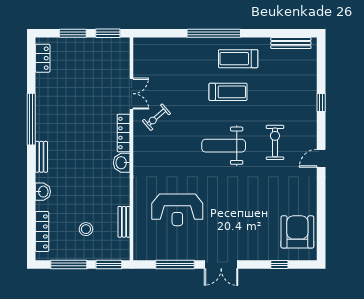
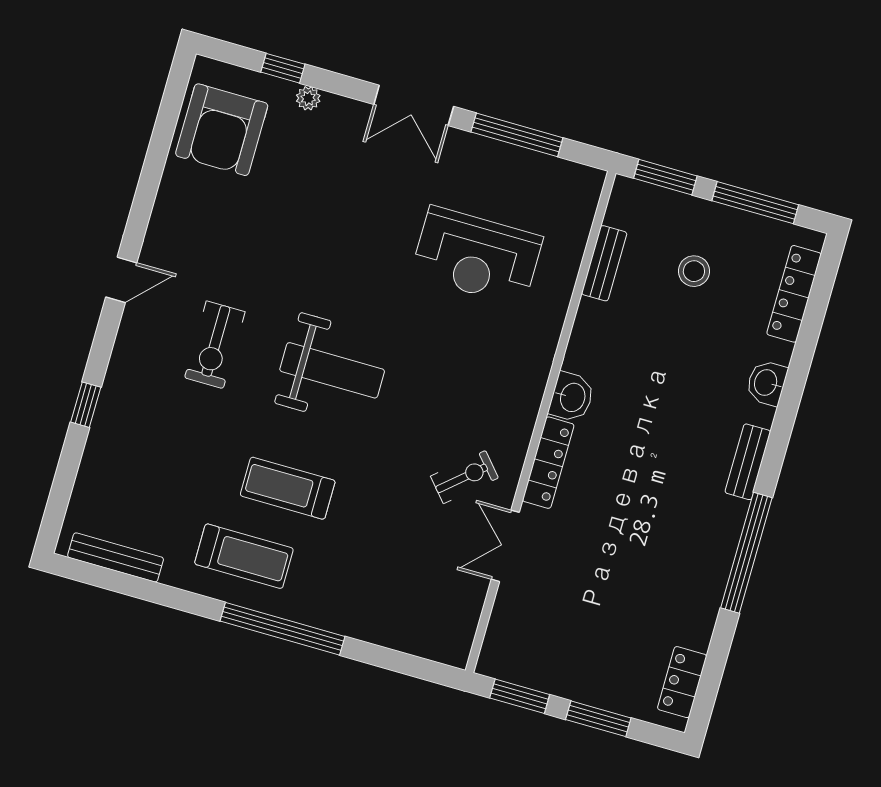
reception desk: (177, 210) -> (477, 256), turned 180
plant: (265, 255) -> (308, 98), added
double door: (221, 265) -> (414, 105), swing flipped

